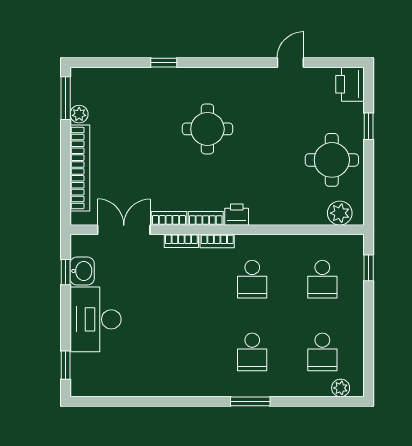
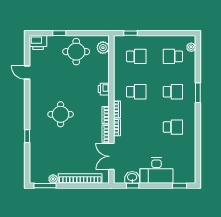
printer: (237, 215) -> (104, 89), moved
school desk: (182, 352) -> (173, 127), added
school desk: (322, 352) -> (173, 56), turned 180

